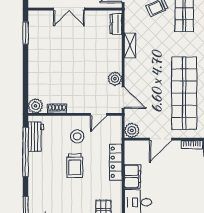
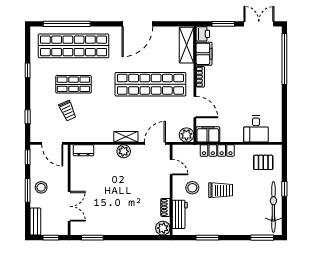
double door: (69, 9) -> (69, 206), moved
shelving: (130, 45) -> (126, 137), moved
plant: (115, 79) -> (124, 151), moved
workbench: (36, 137) -> (180, 214), moved, turned 90
window: (26, 152) -> (207, 238), width x0.47
filing cabinet: (132, 176) -> (208, 134), moved

